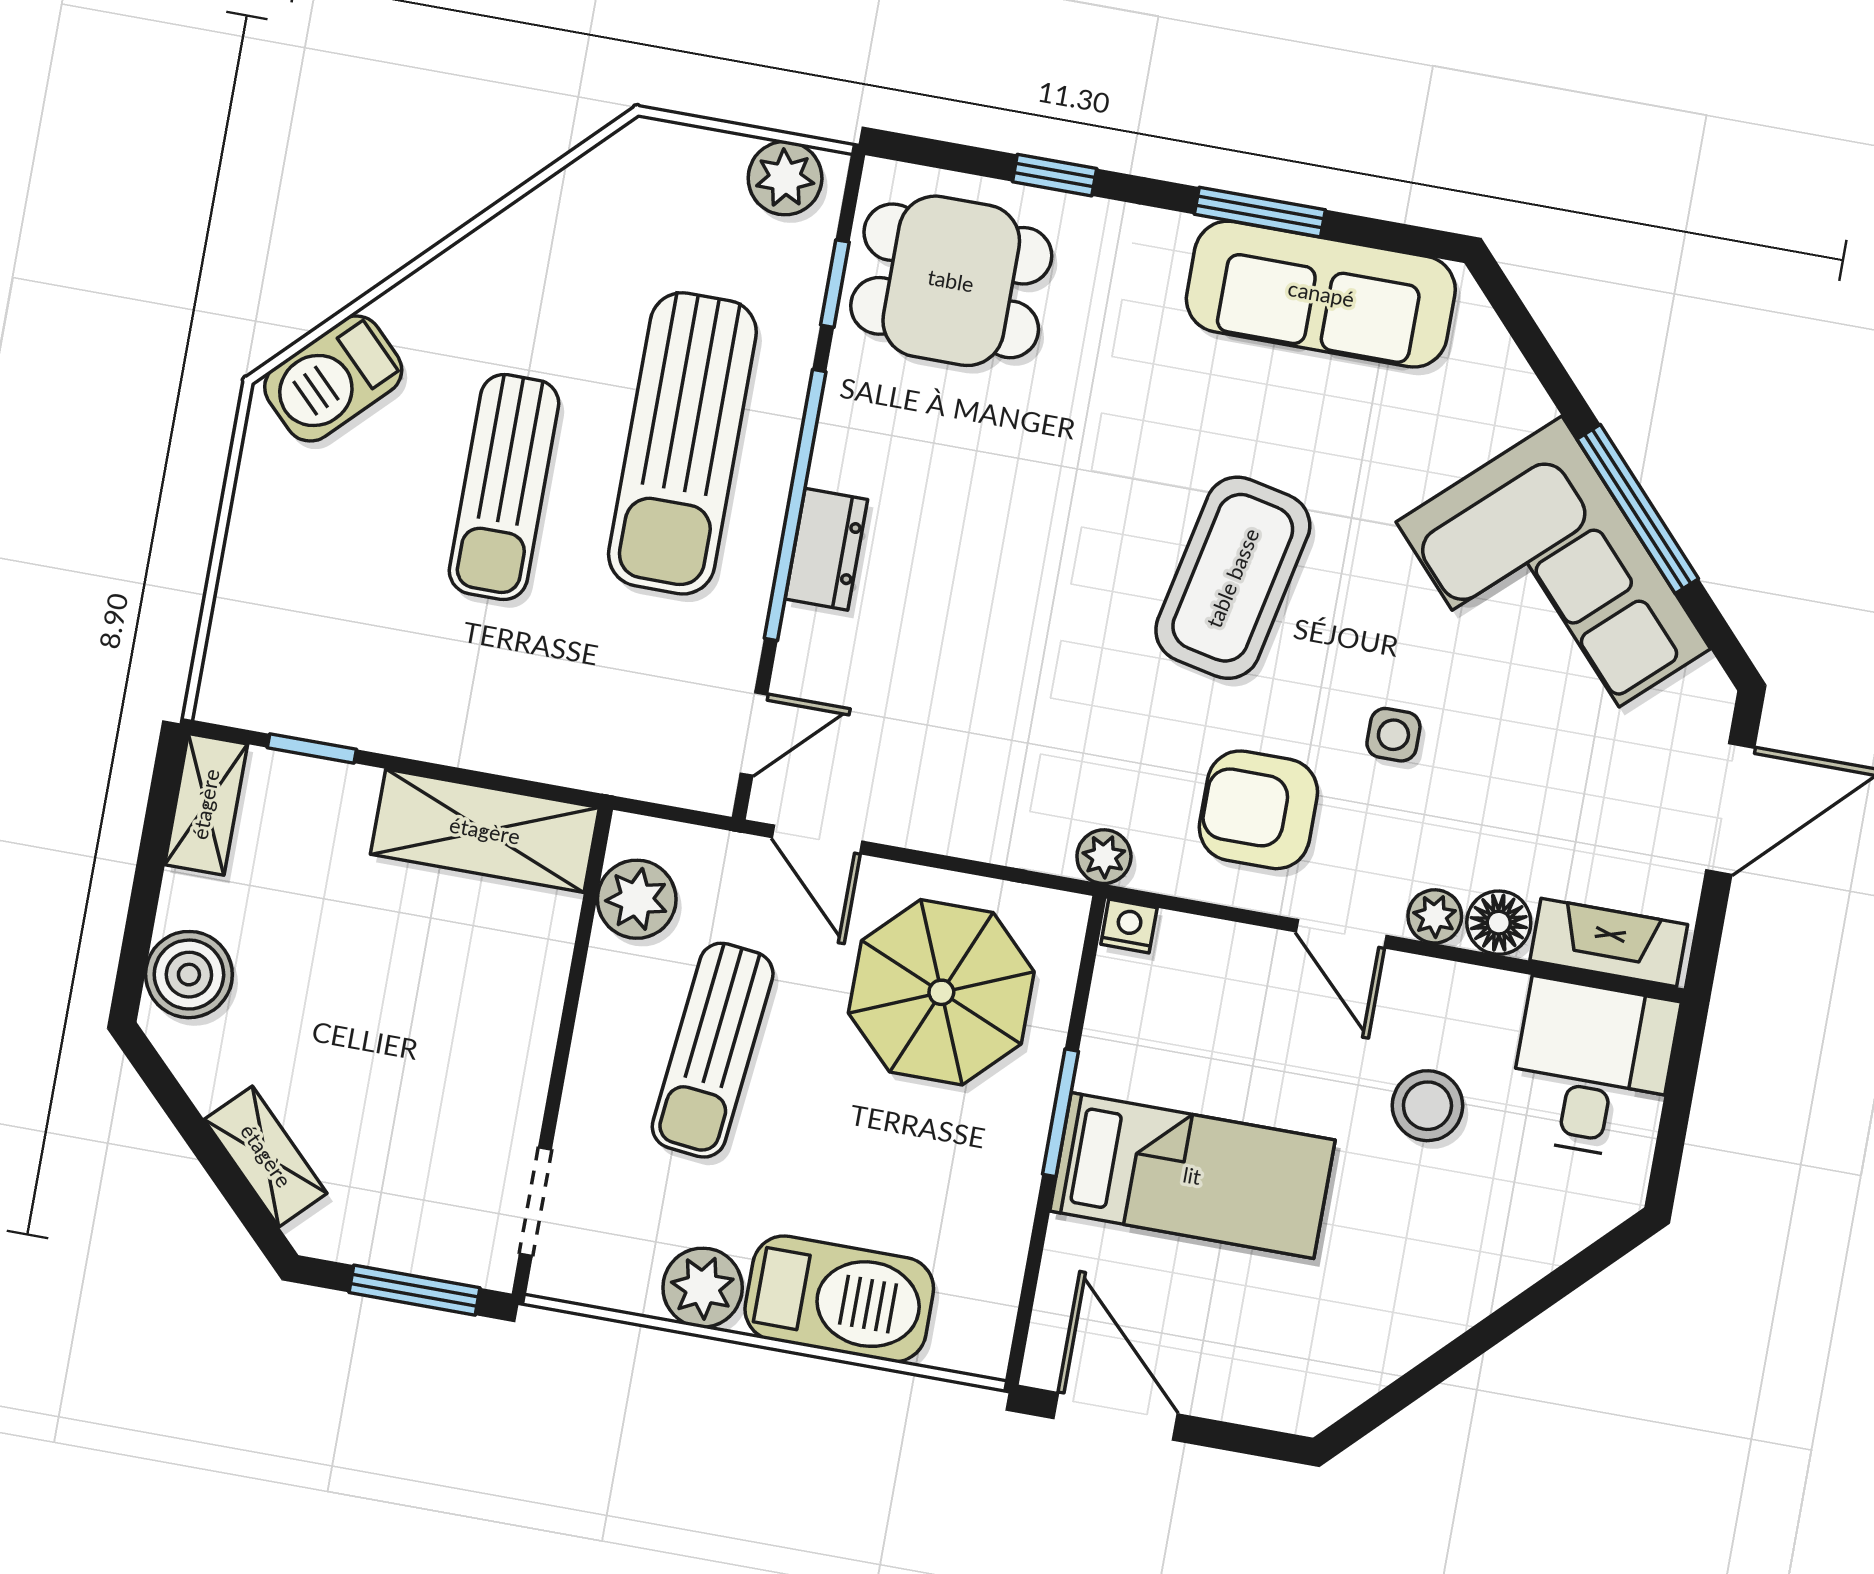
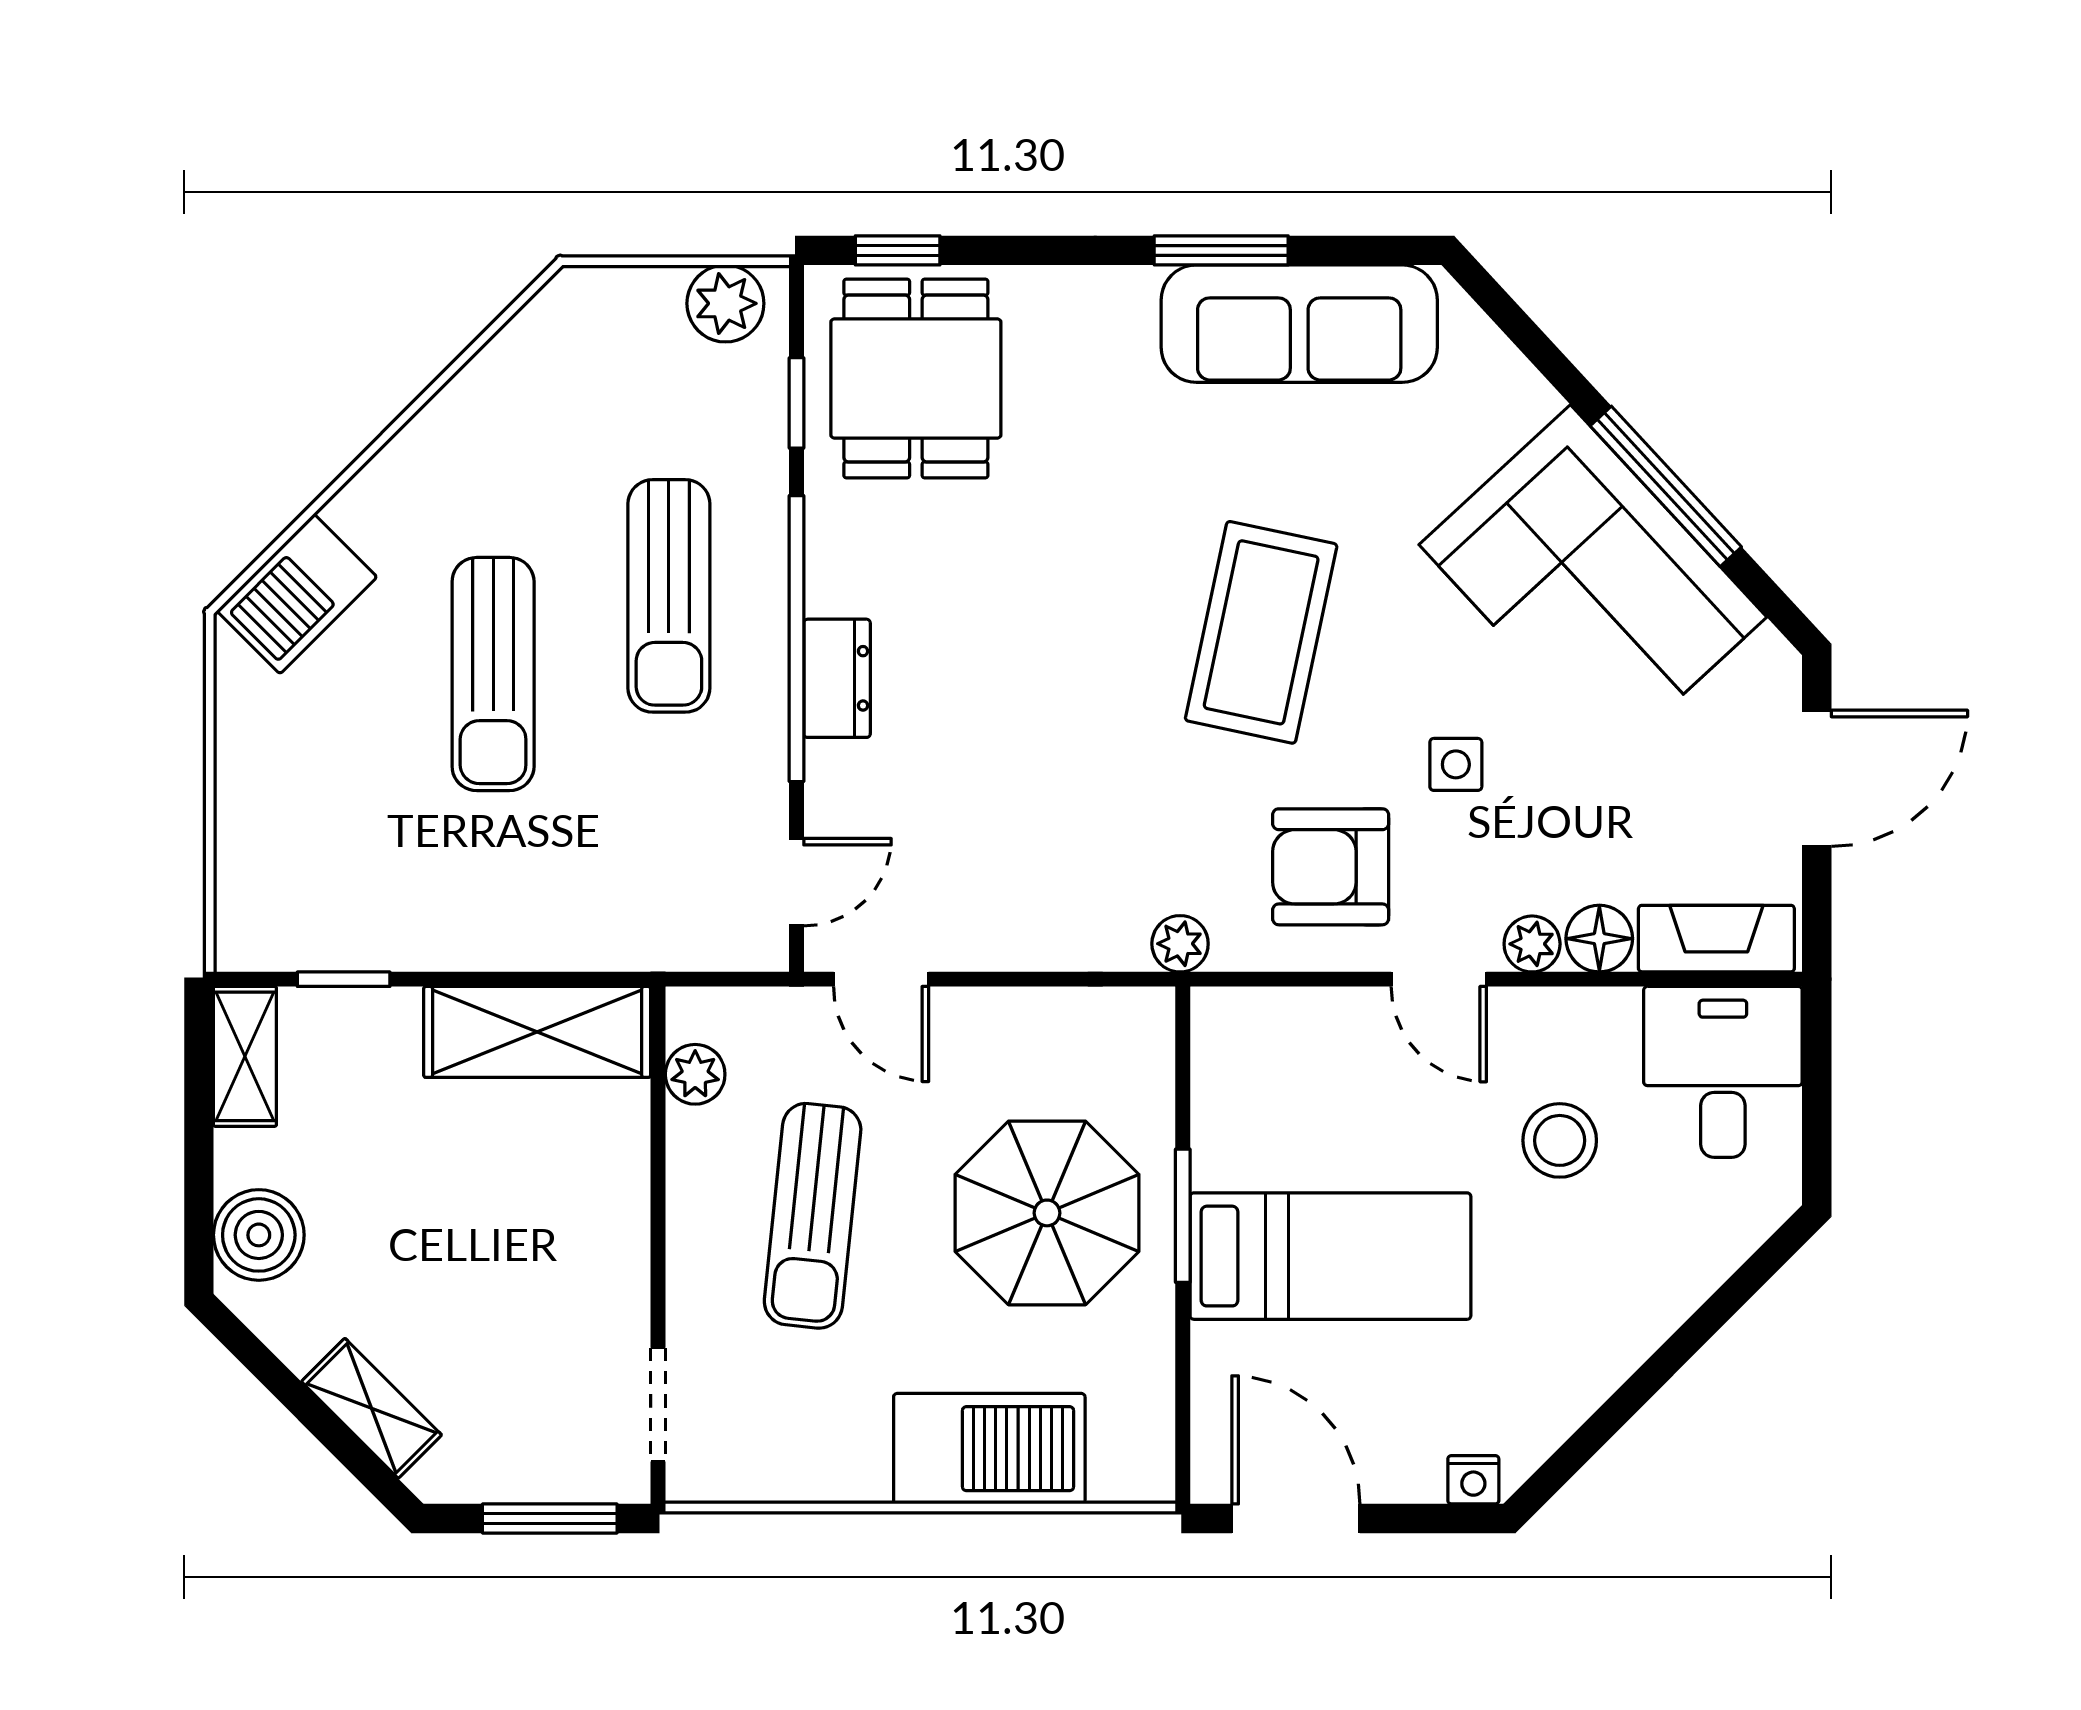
window: (1055, 175) -> (898, 250), moved
dining table: (951, 281) -> (916, 379), turned 90
sun lounger: (682, 443) -> (669, 596), width x0.73, depth x0.75
plant: (637, 899) -> (695, 1074), width x0.73, depth x0.73
nightstand: (1129, 926) -> (1473, 1480), moved, turned 180
parasol: (941, 992) -> (1047, 1213), moved
plant: (703, 1288) -> (846, 1462), removed

